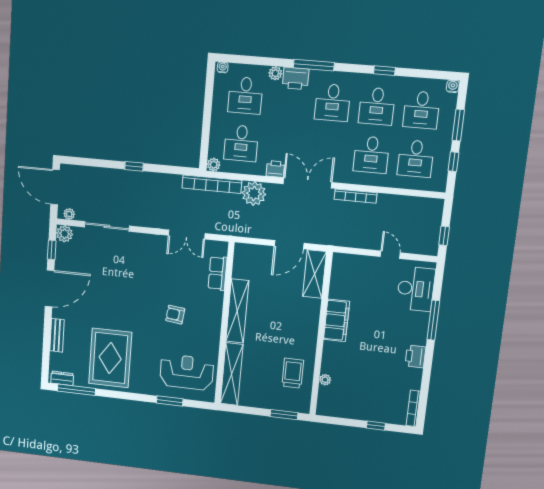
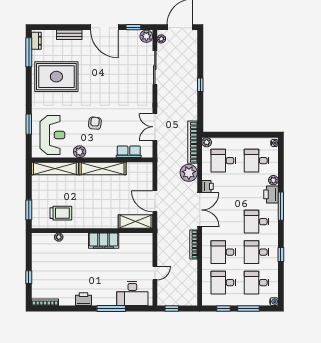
plant: (212, 339) -> (80, 152), added

